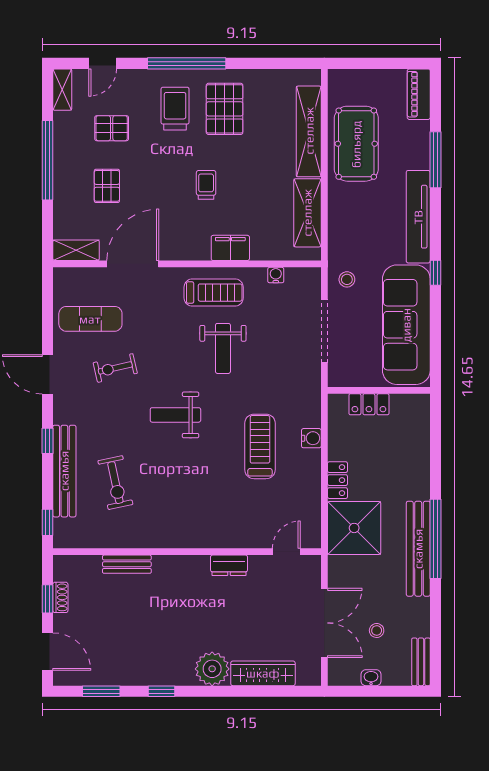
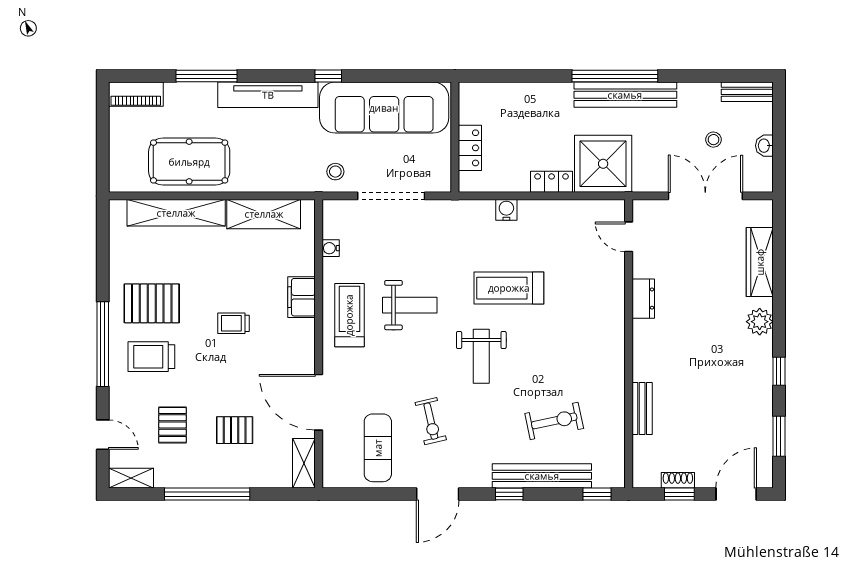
treadmill: (260, 446) -> (509, 288), moved
plant: (212, 669) -> (760, 322), width x0.73, depth x0.73

